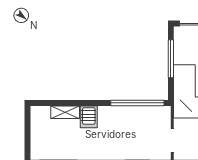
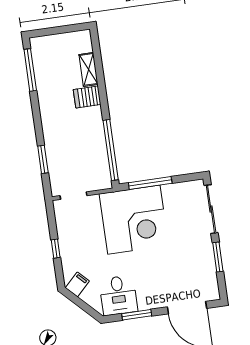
window: (171, 59) -> (150, 183), moved

